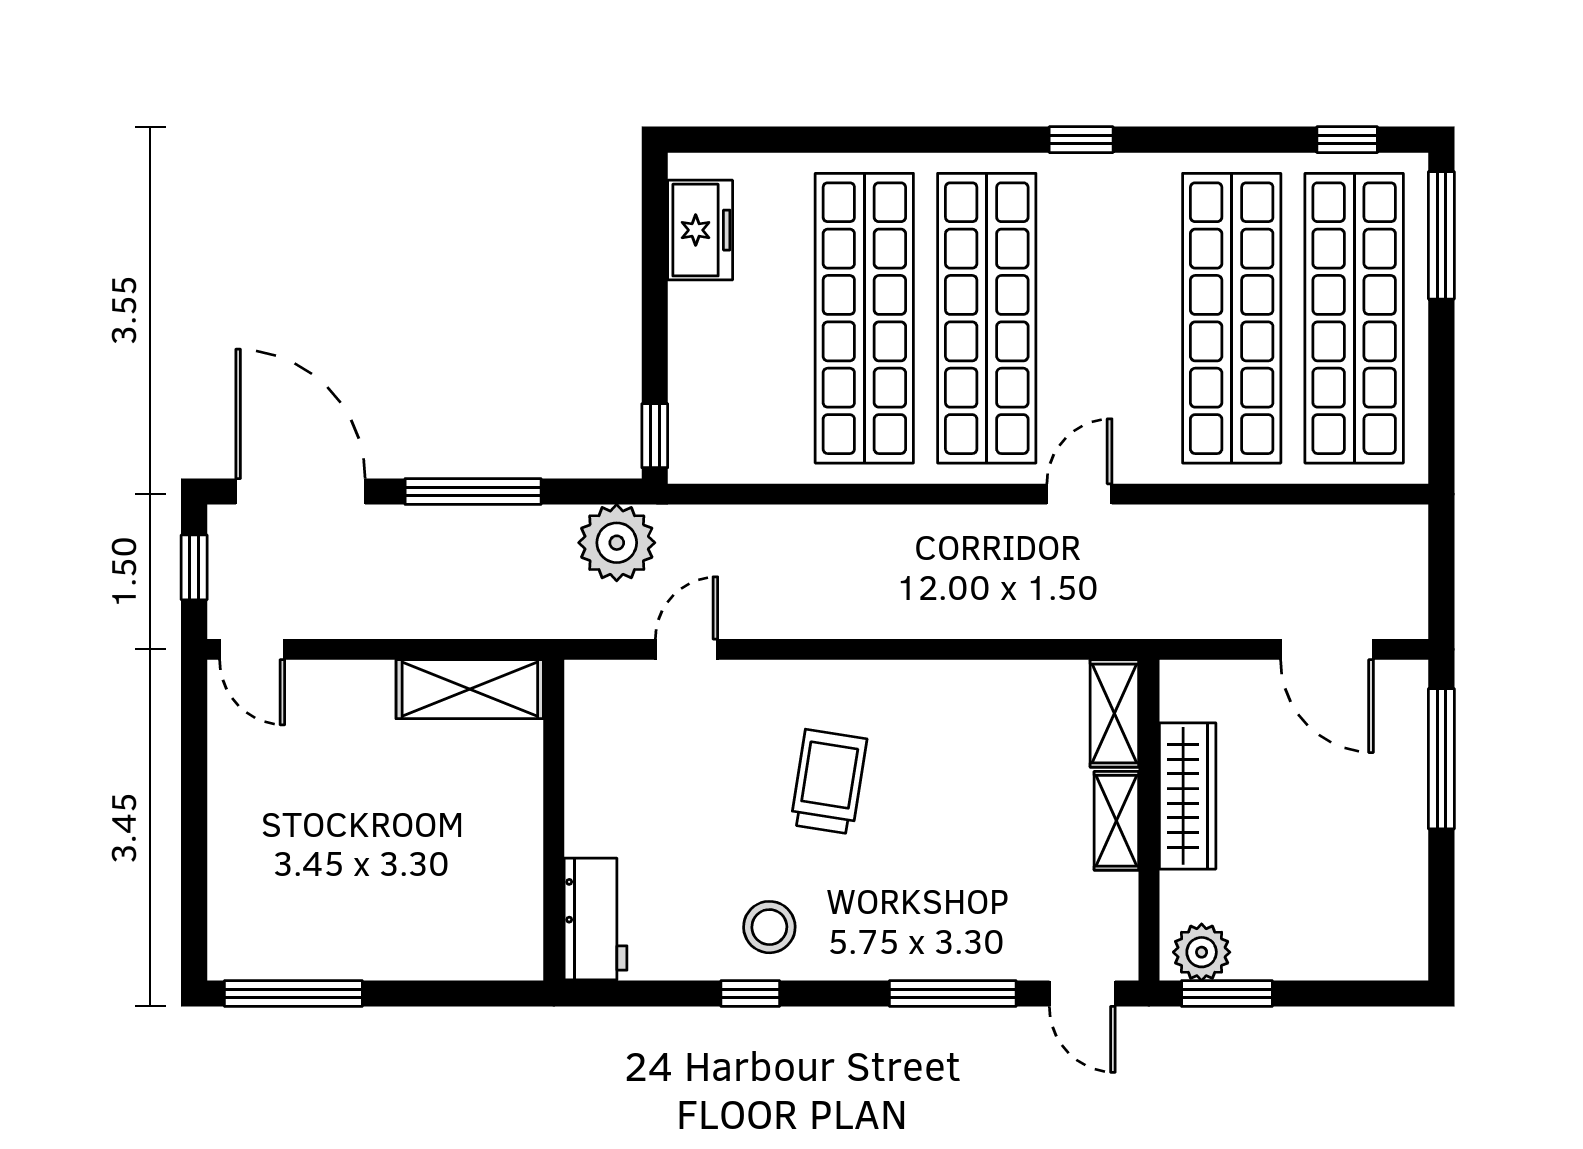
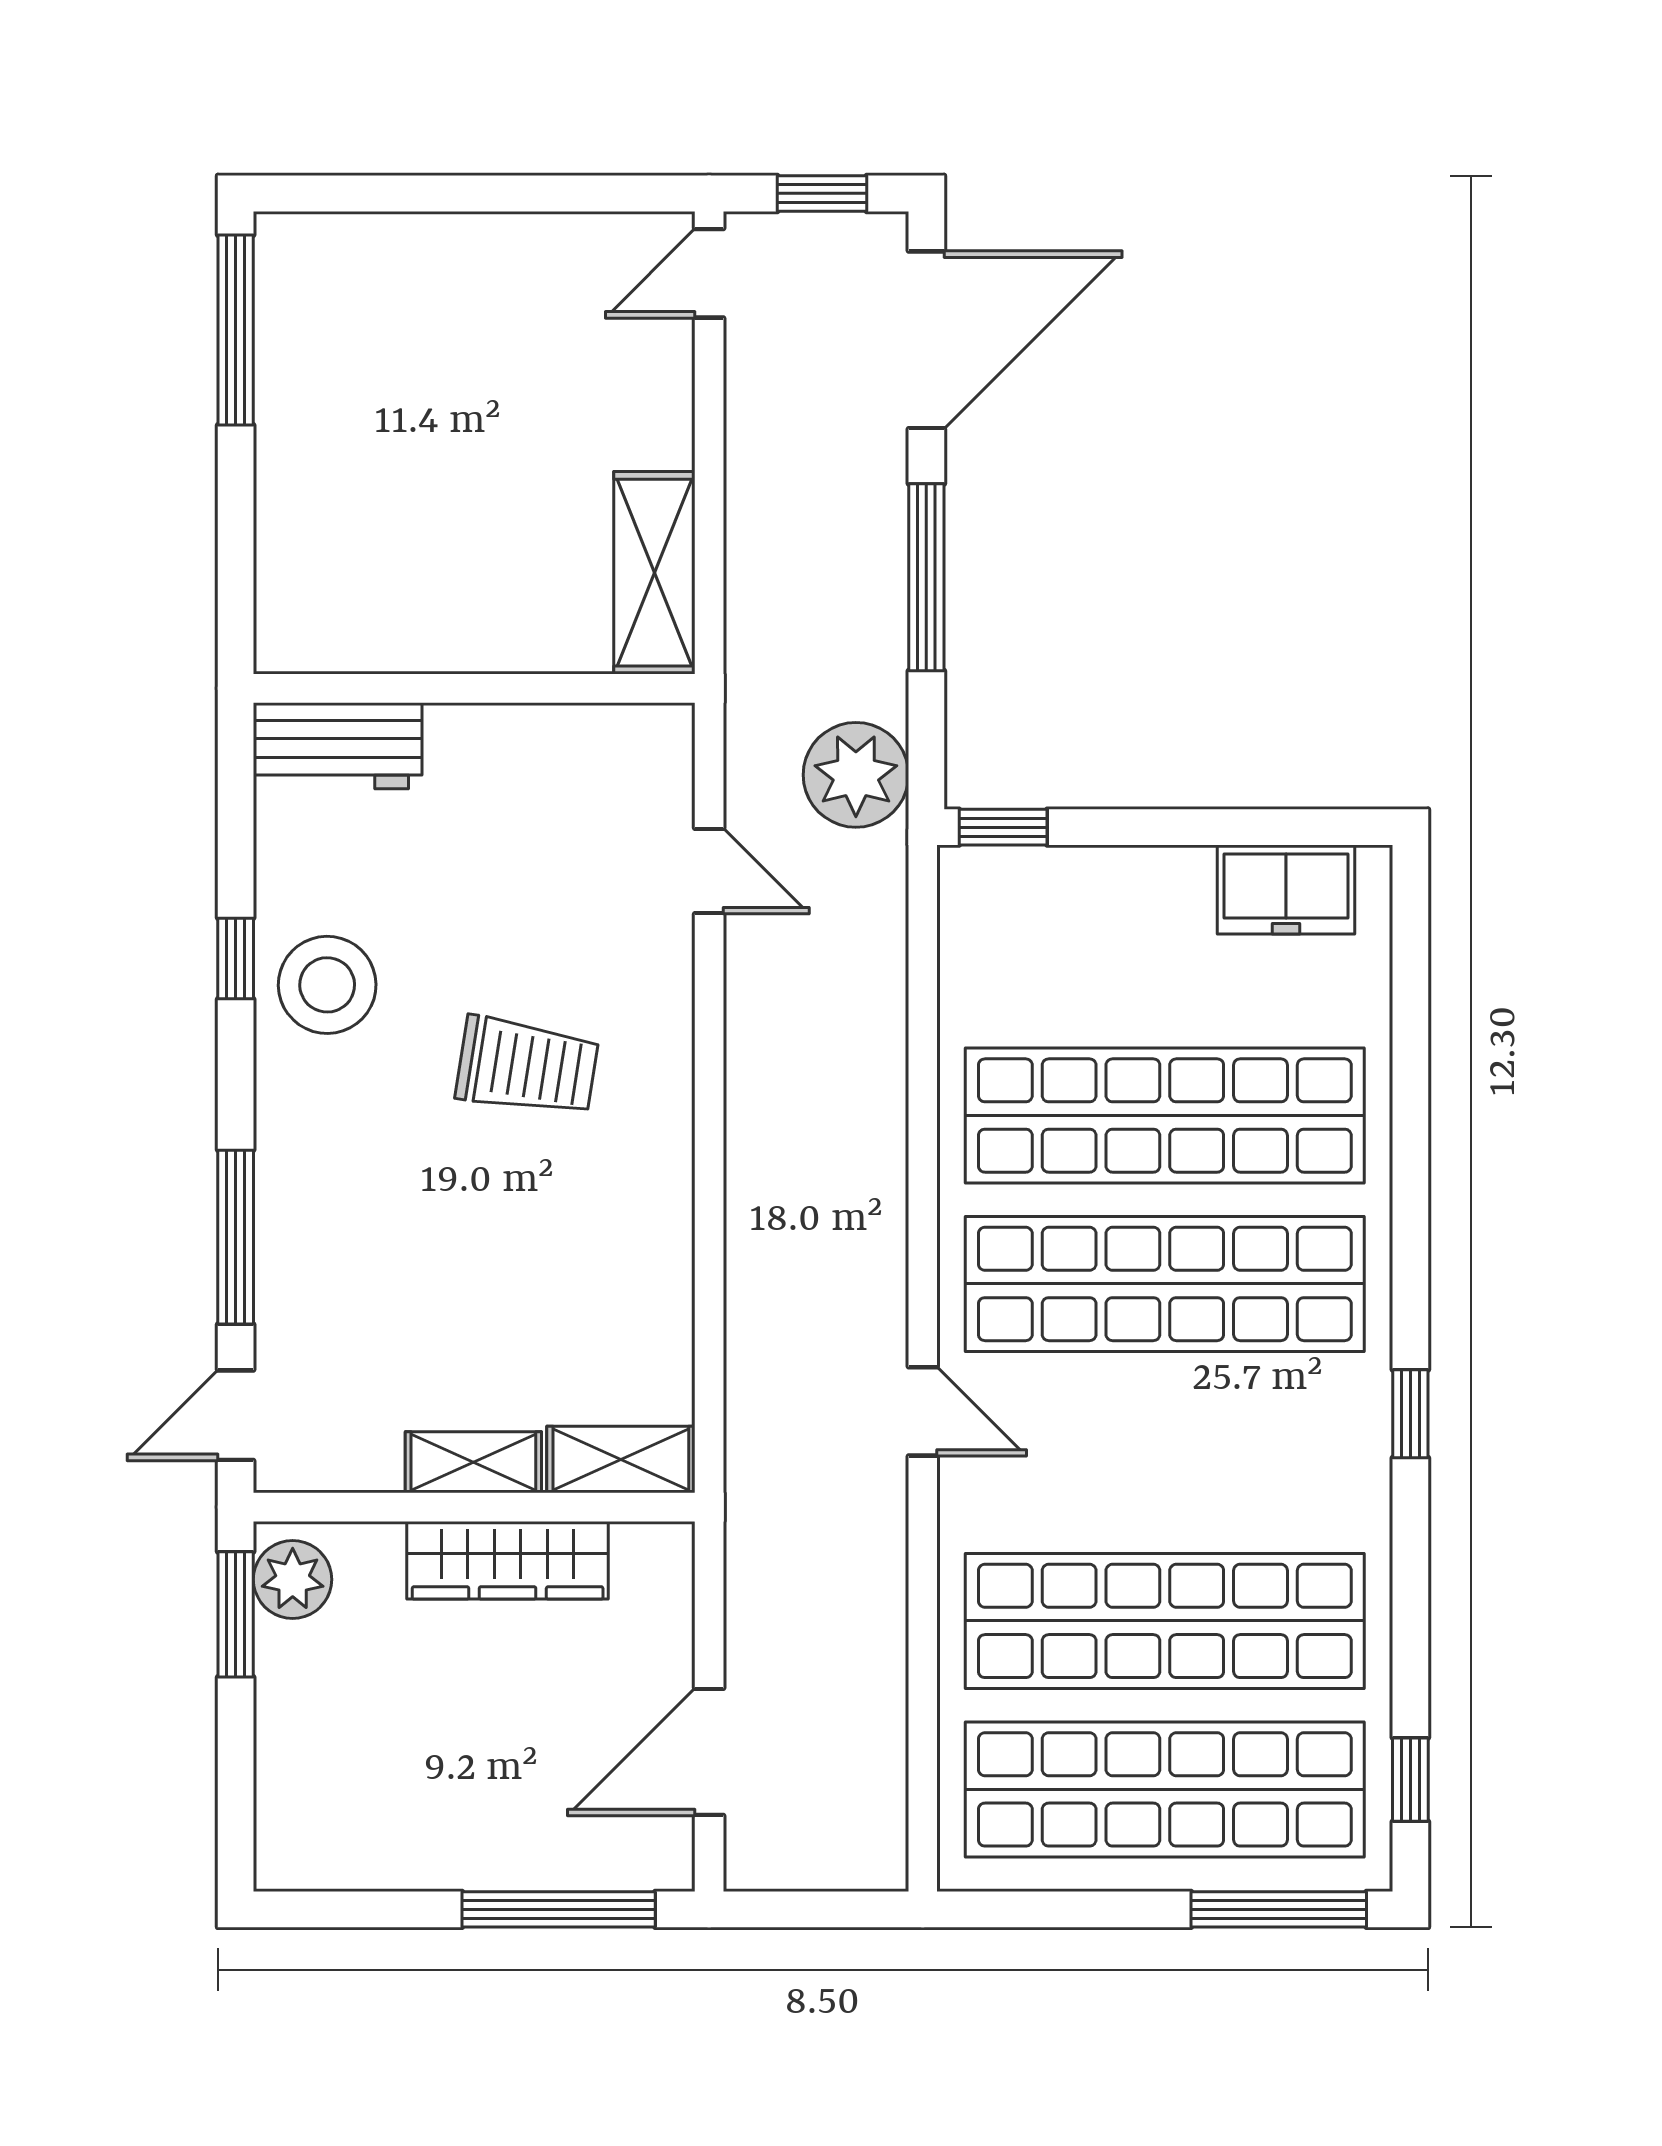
stool: (769, 927) -> (327, 985), width x1.38, depth x1.38

